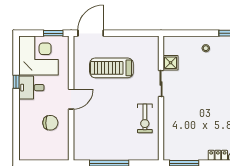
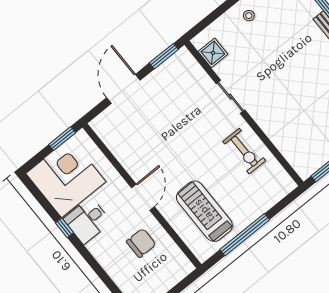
door: (91, 33) -> (123, 89), moved
window: (143, 33) -> (164, 56), added
shower: (171, 63) -> (213, 53), moved
treadmill: (111, 68) -> (204, 211), moved, turned 90

